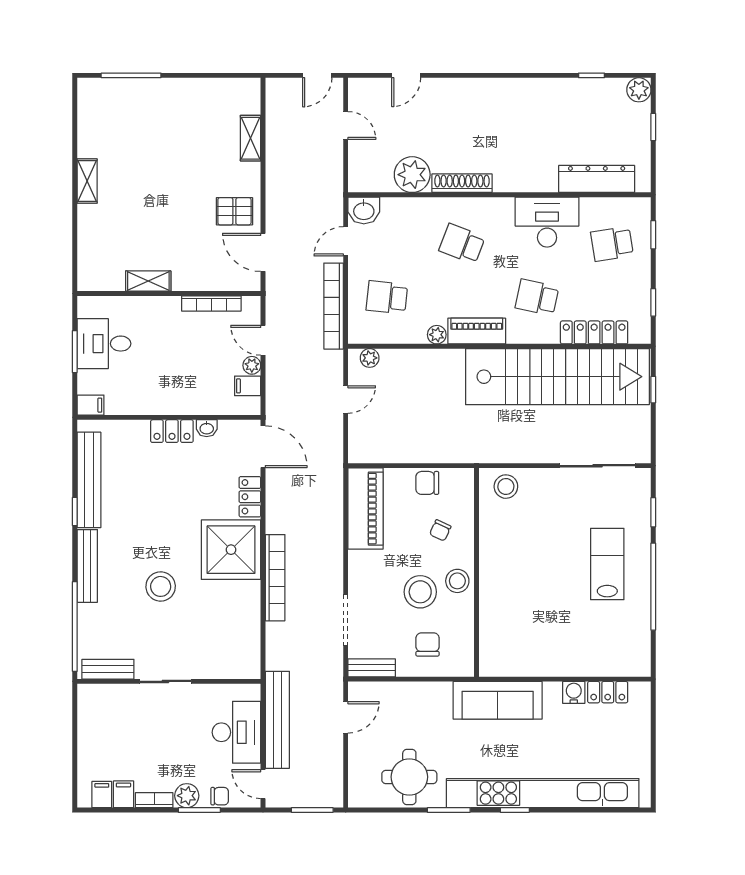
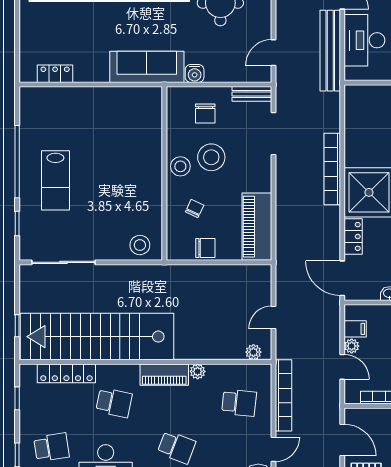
water cooler: (574, 692) -> (195, 73), moved

